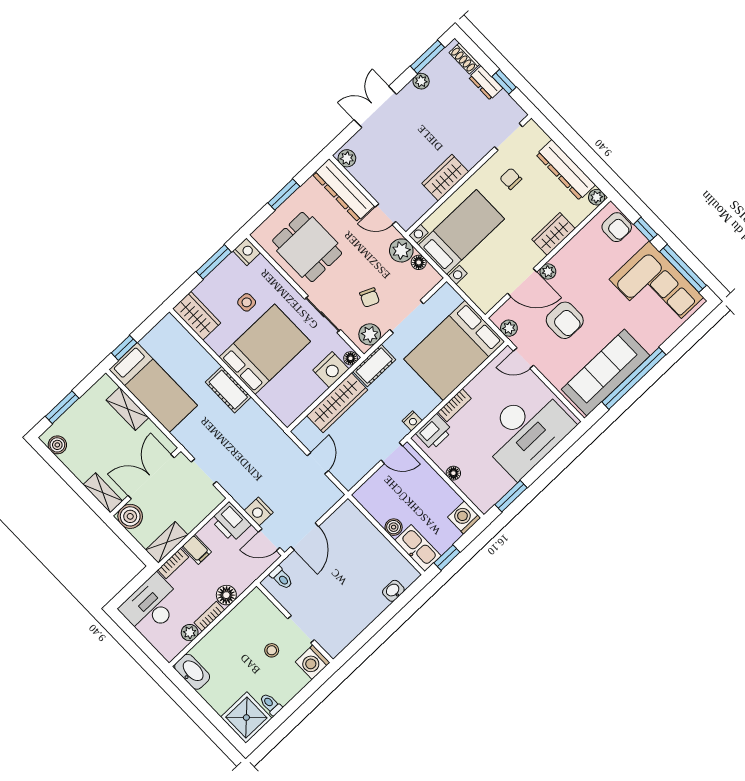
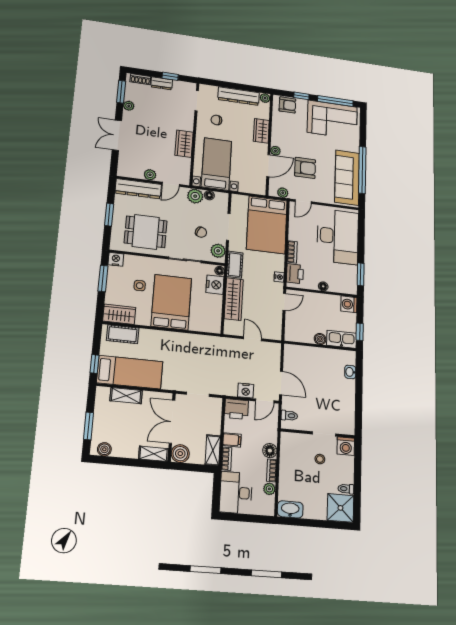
plant: (347, 158) -> (150, 175), moved
cot: (228, 390) -> (123, 334), moved

